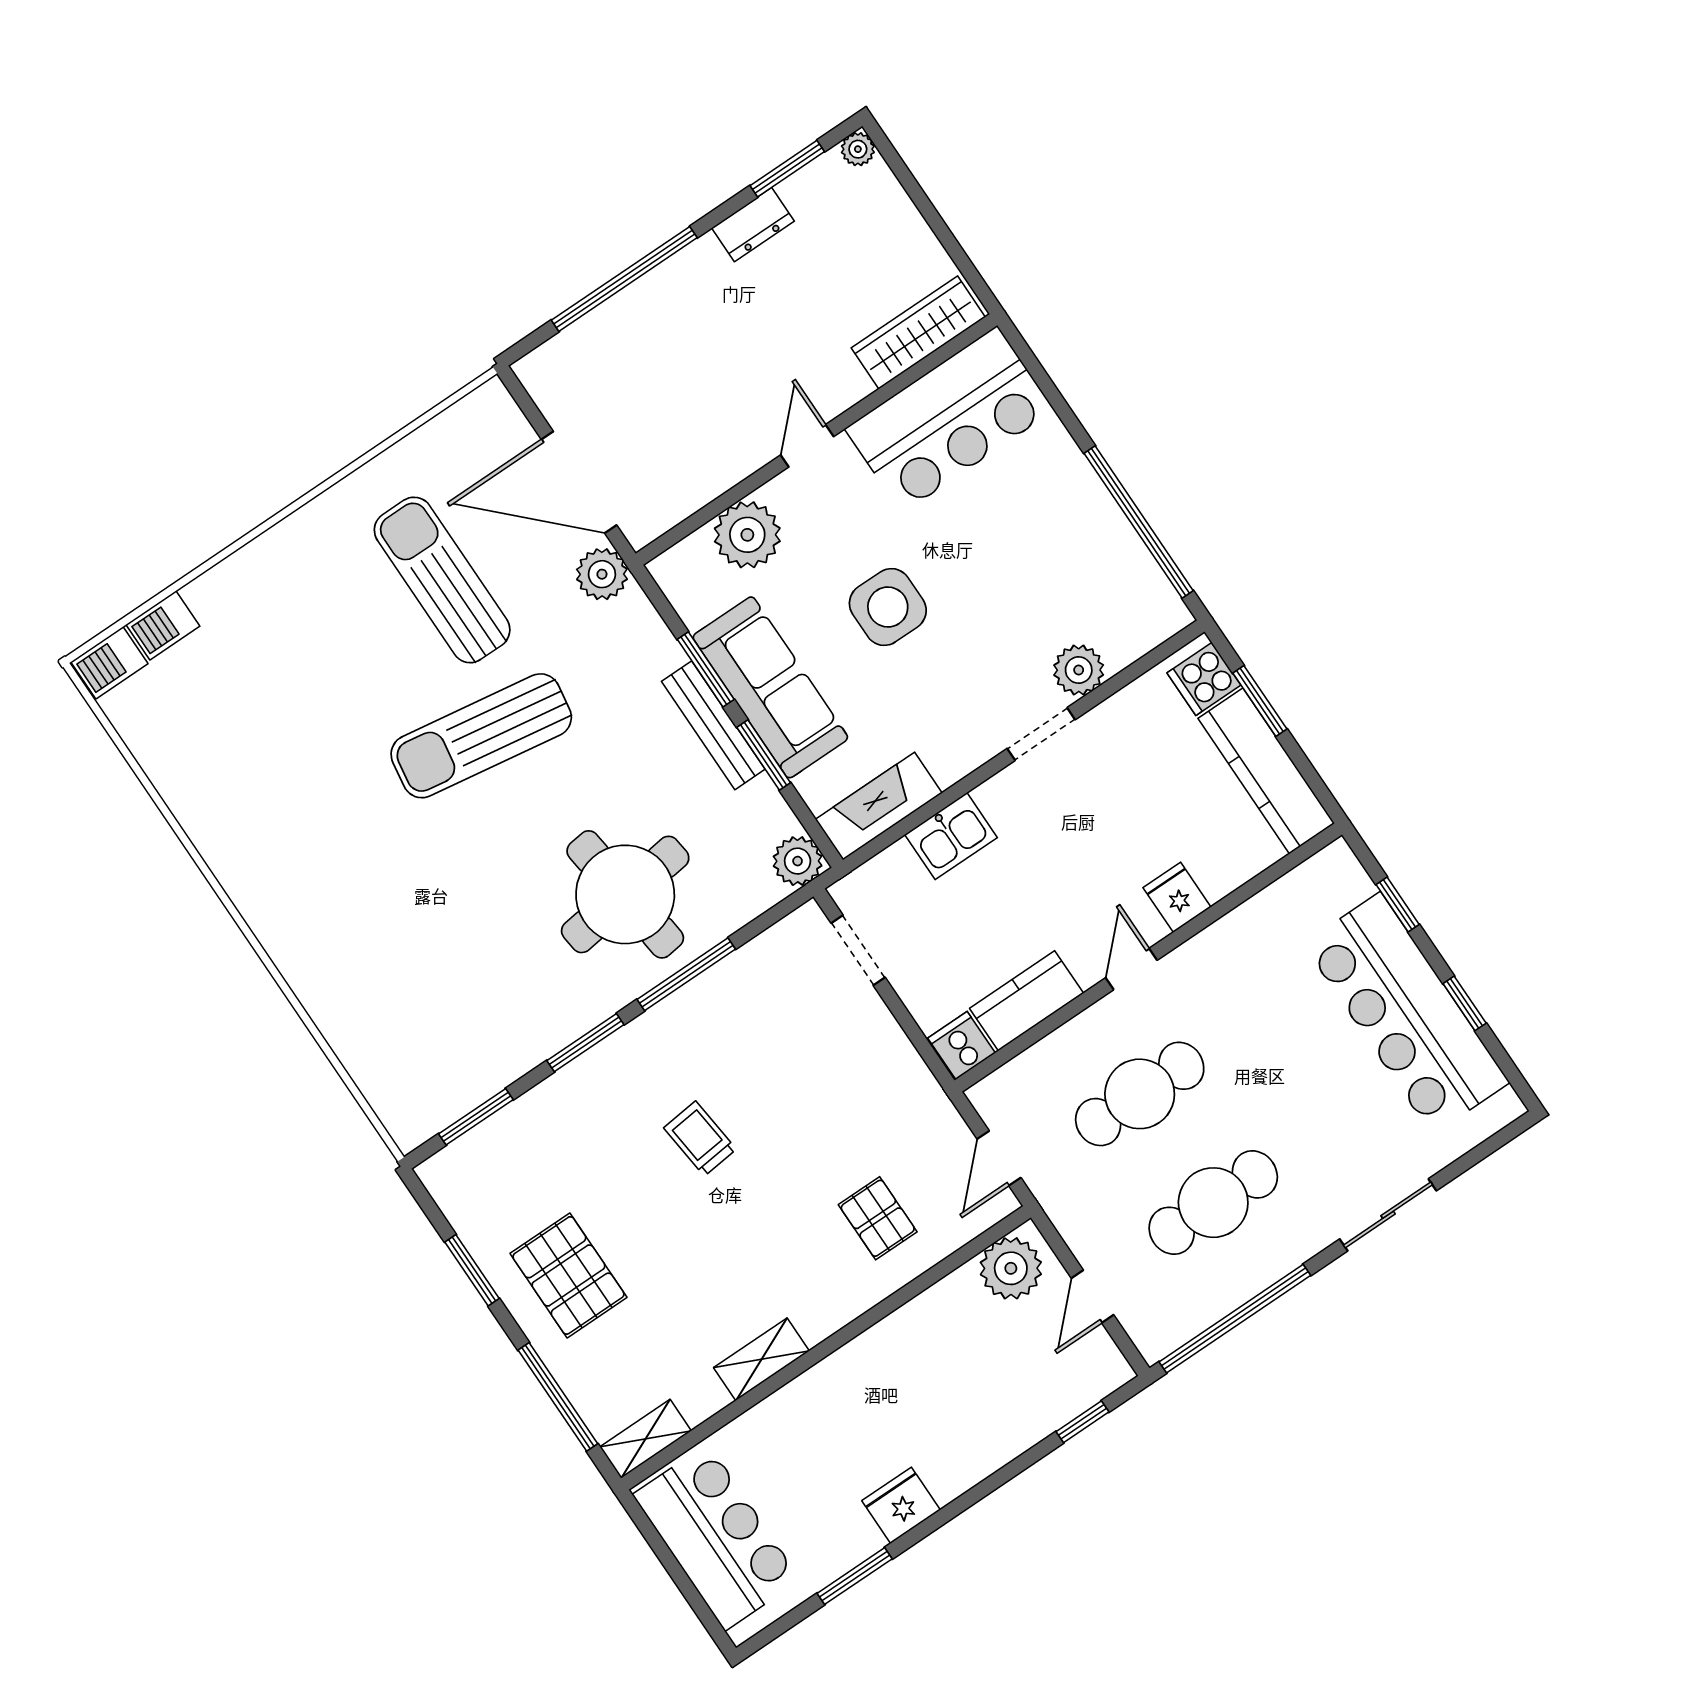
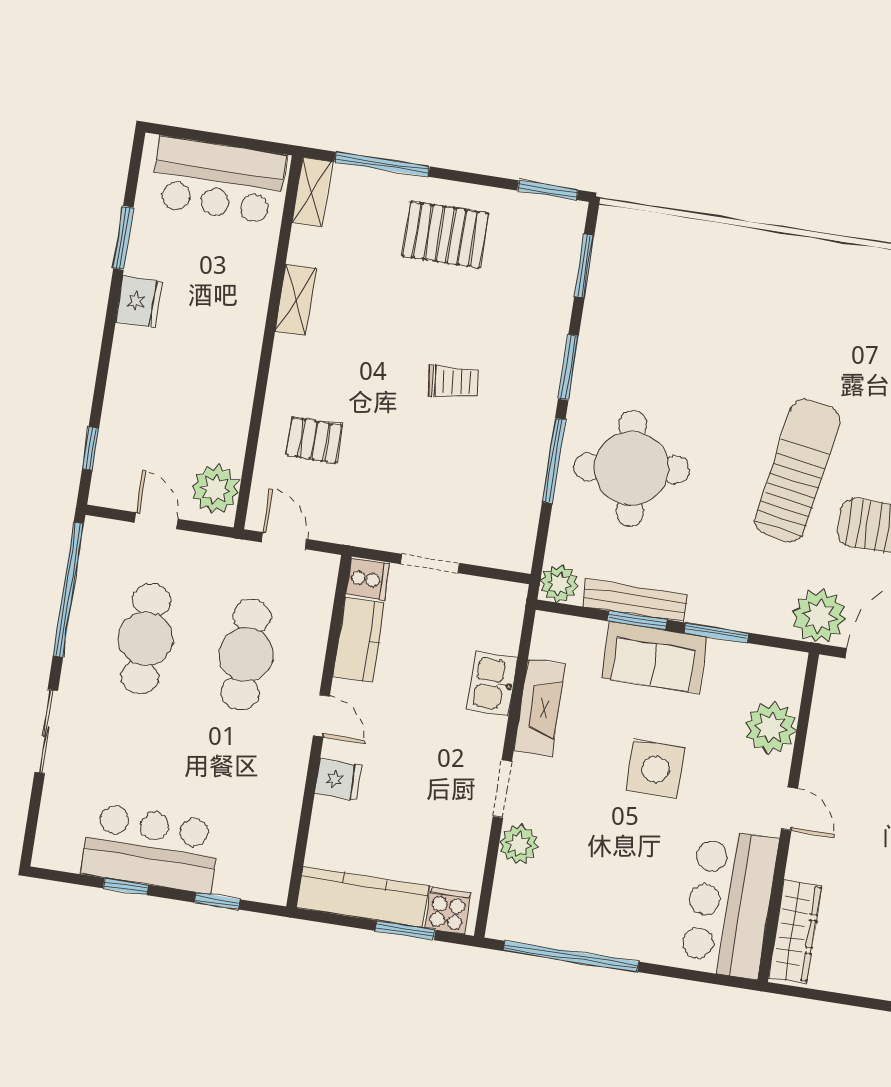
plant: (602, 574) -> (819, 616), width x1.36, depth x1.36
sofa: (770, 687) -> (654, 657), width x0.73
bench: (713, 725) -> (635, 600), moved
fireplace: (879, 806) -> (540, 708), moved
doorway: (858, 950) -> (430, 564), moved
bar counter: (1406, 1013) -> (151, 848), width x0.73
window: (472, 1270) -> (548, 190), moved

